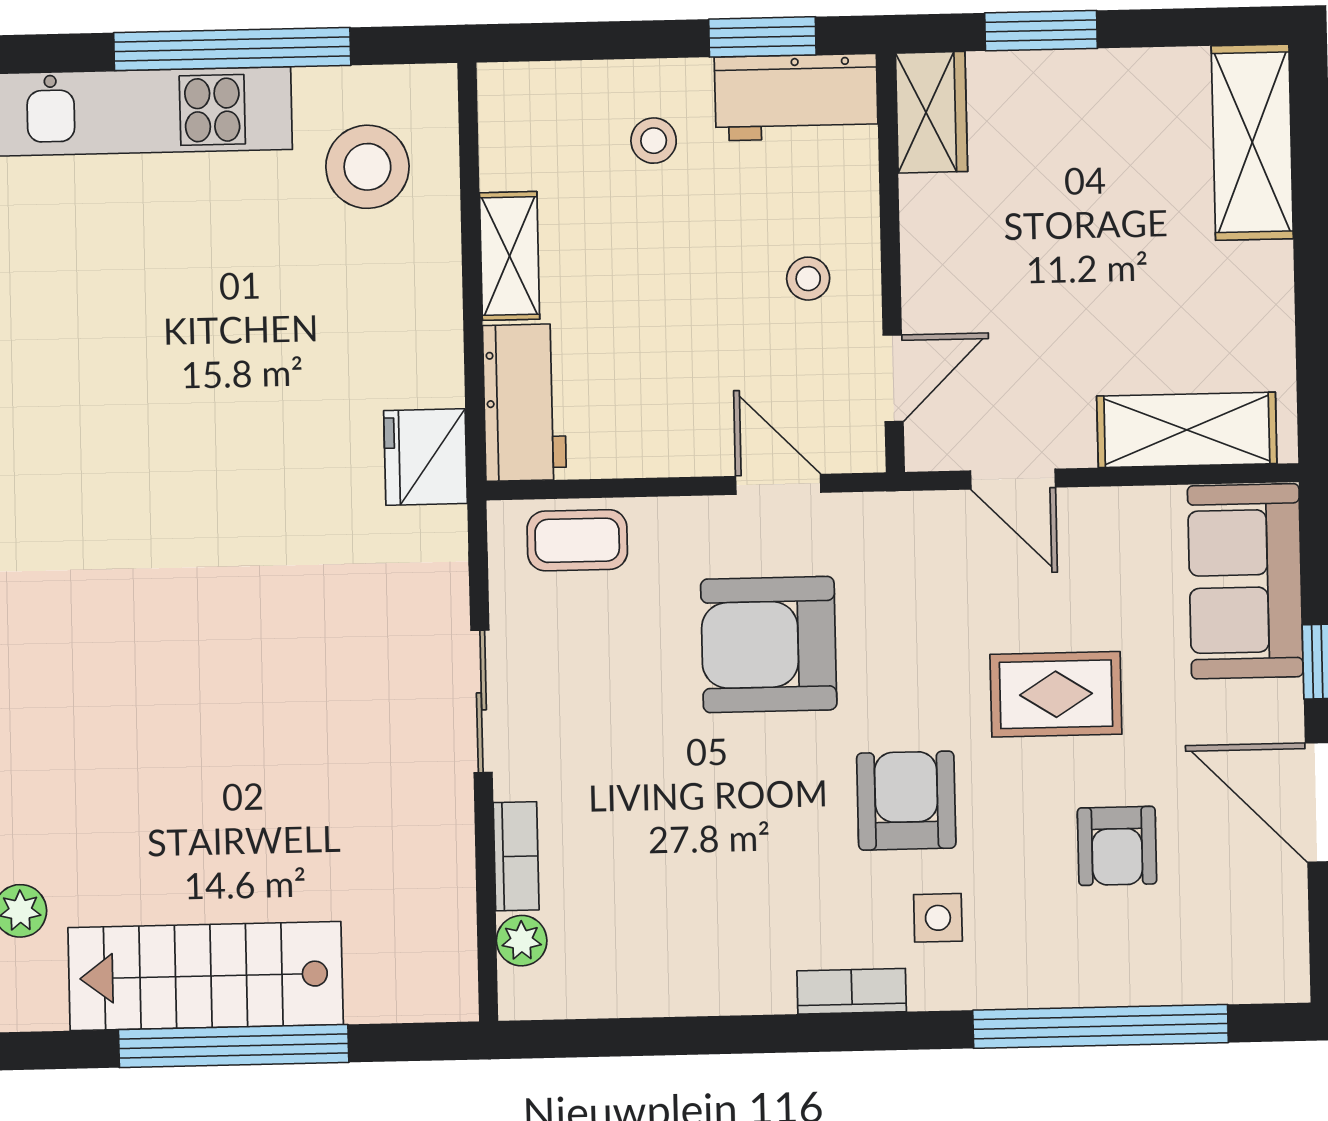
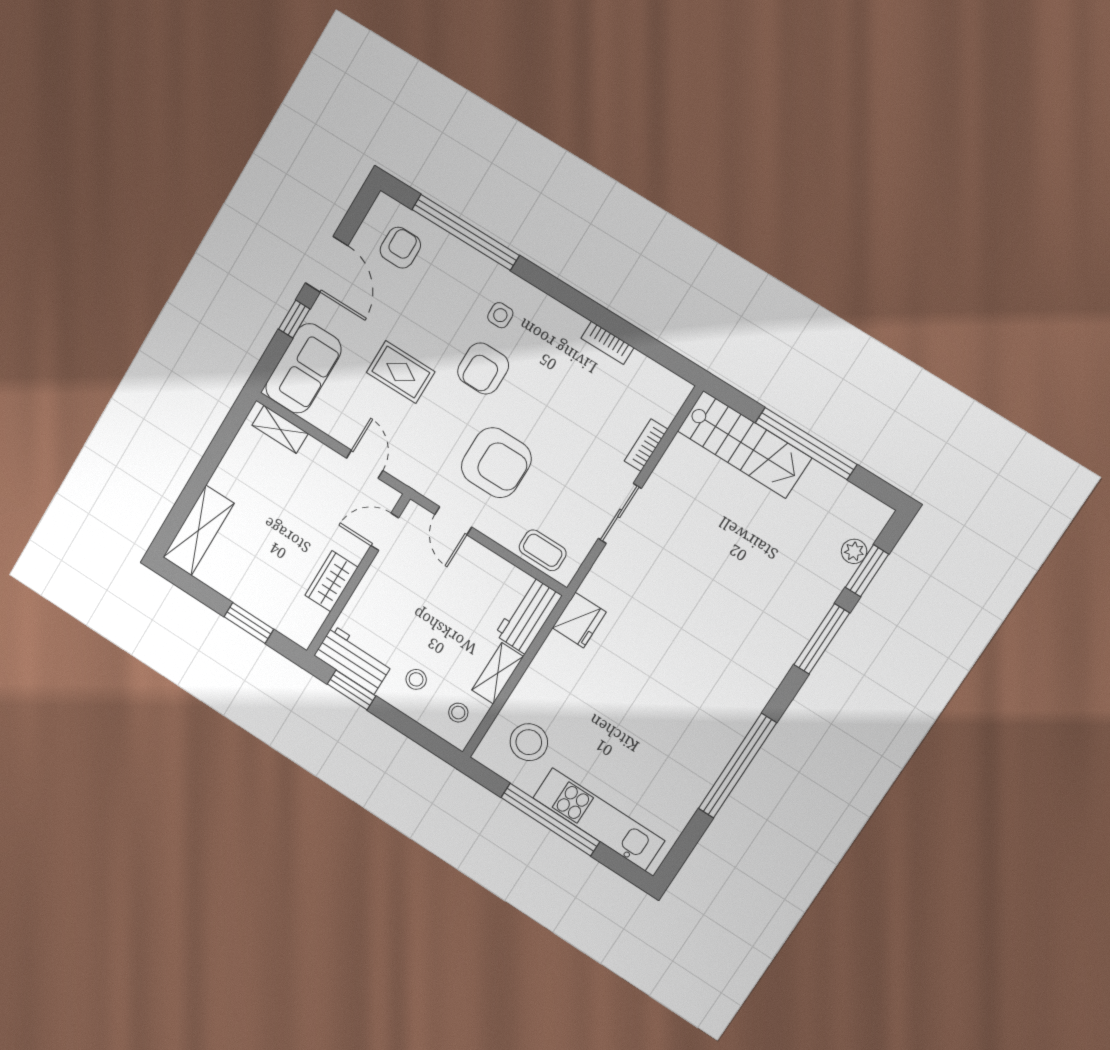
wardrobe: (932, 112) -> (331, 581), moved
stool: (808, 279) -> (458, 713), moved
shelving: (1187, 430) -> (280, 429), width x0.67, depth x0.75
armchair: (1117, 846) -> (400, 248), moved
plant: (522, 941) -> (666, 411), removed
stairs: (206, 976) -> (744, 444), moved
bookcase: (852, 991) -> (608, 343), moved

